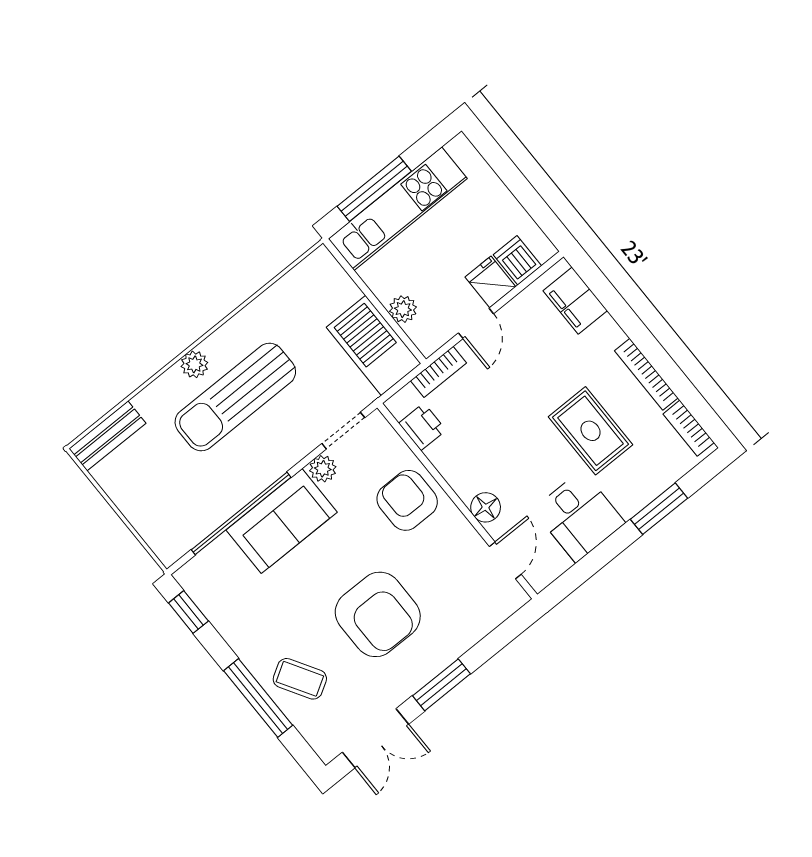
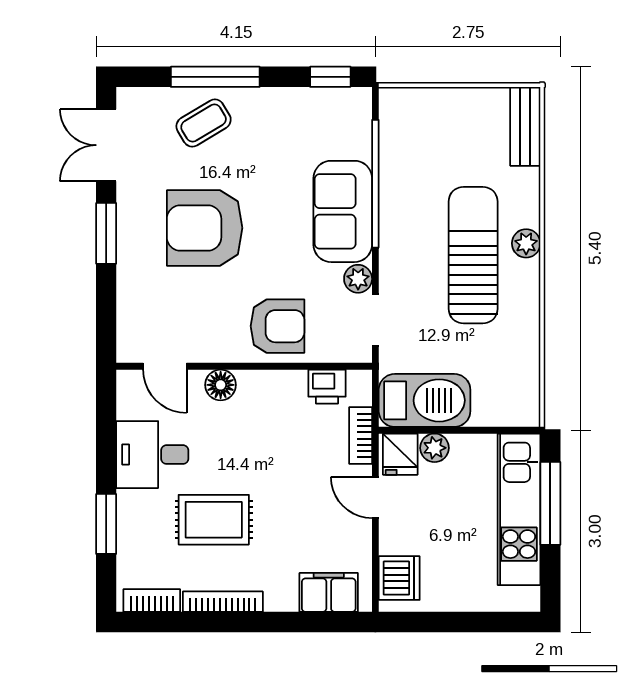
dishwasher: (517, 260) -> (399, 578), width x1.38
fridge: (490, 282) -> (400, 454), moved, turned 90

